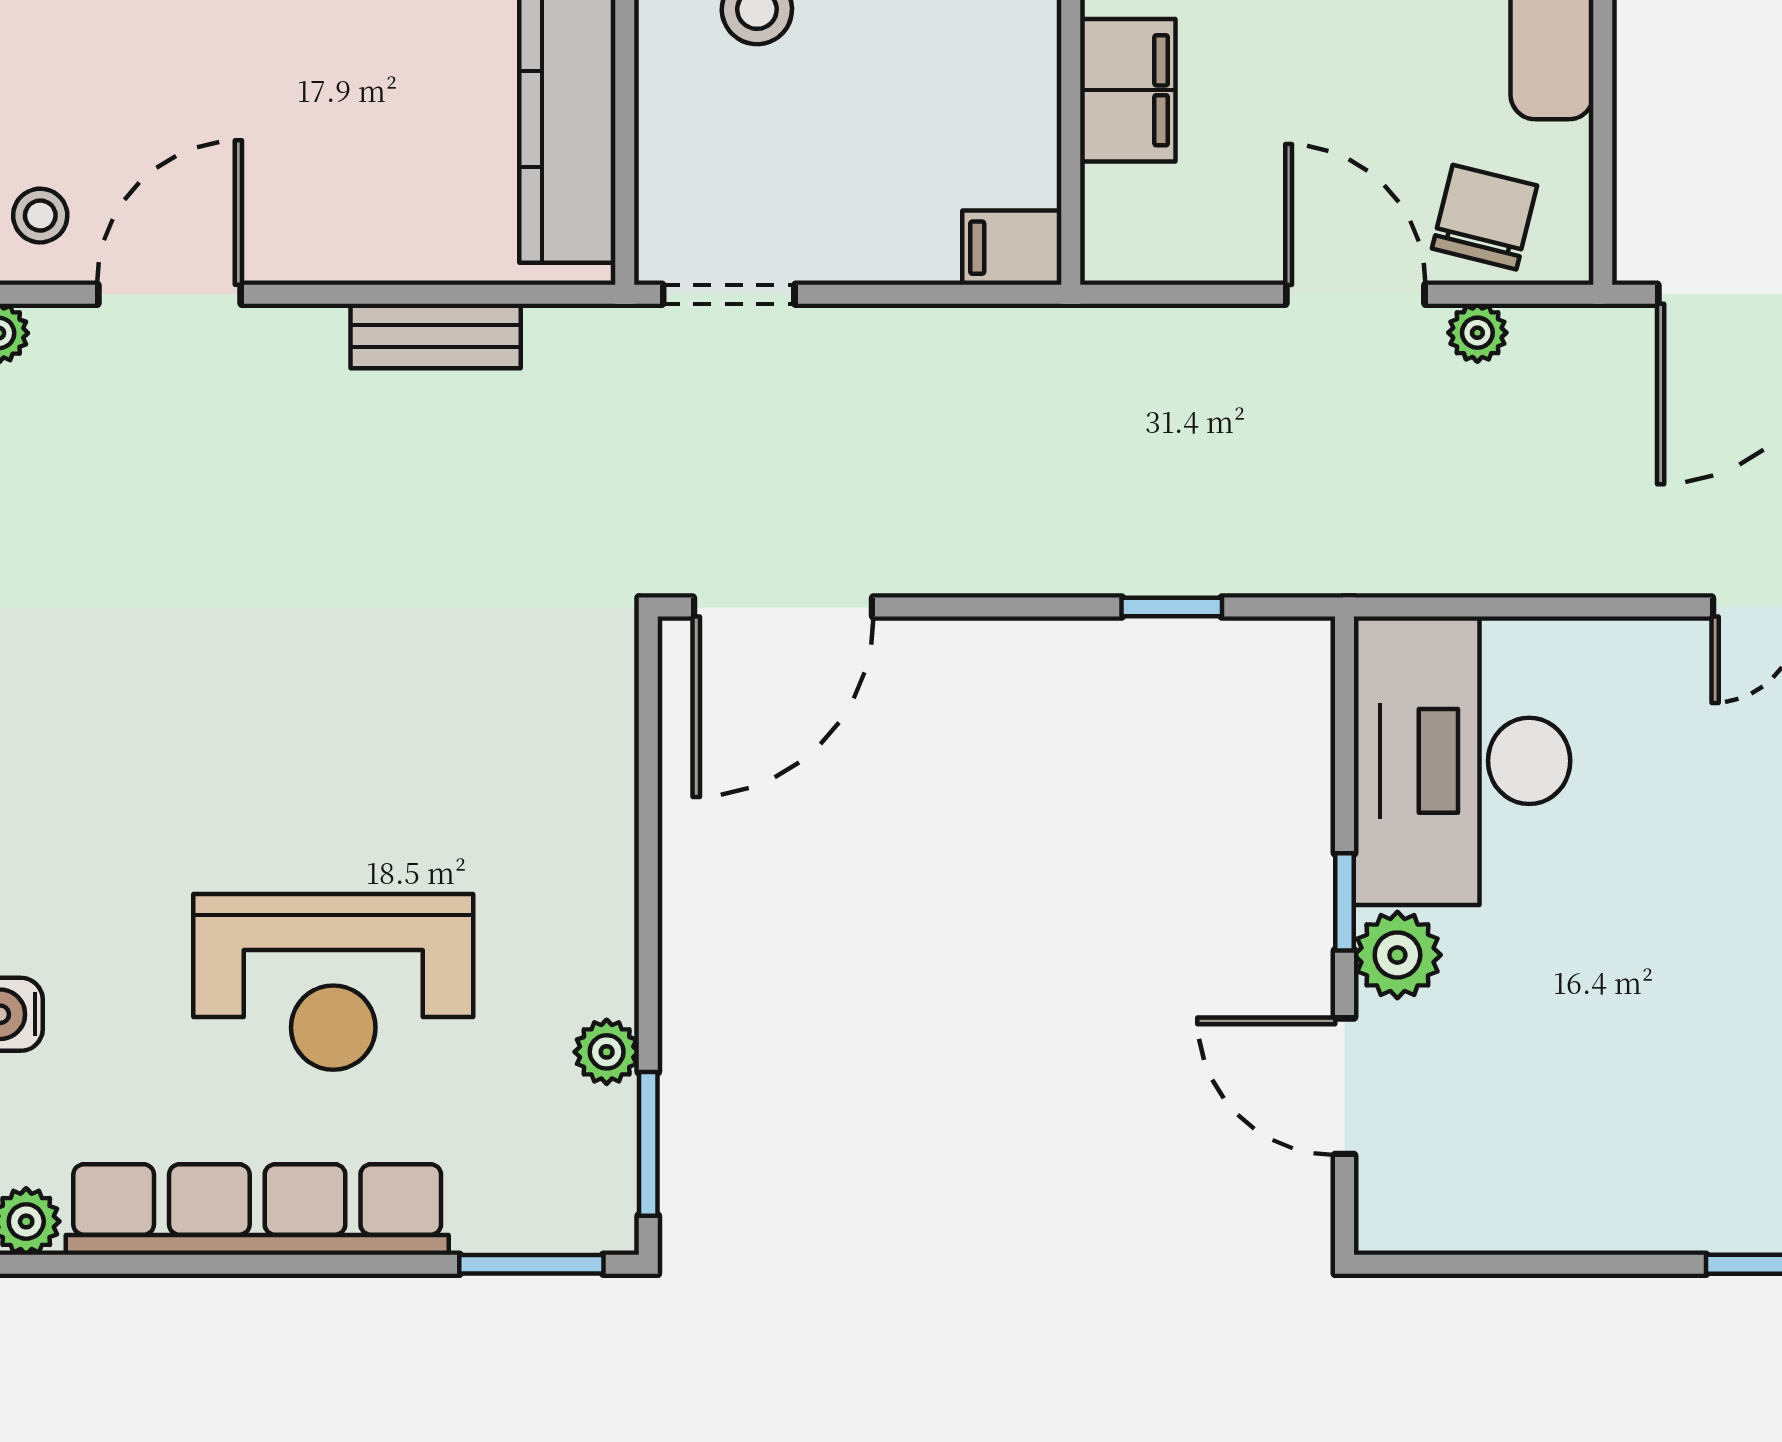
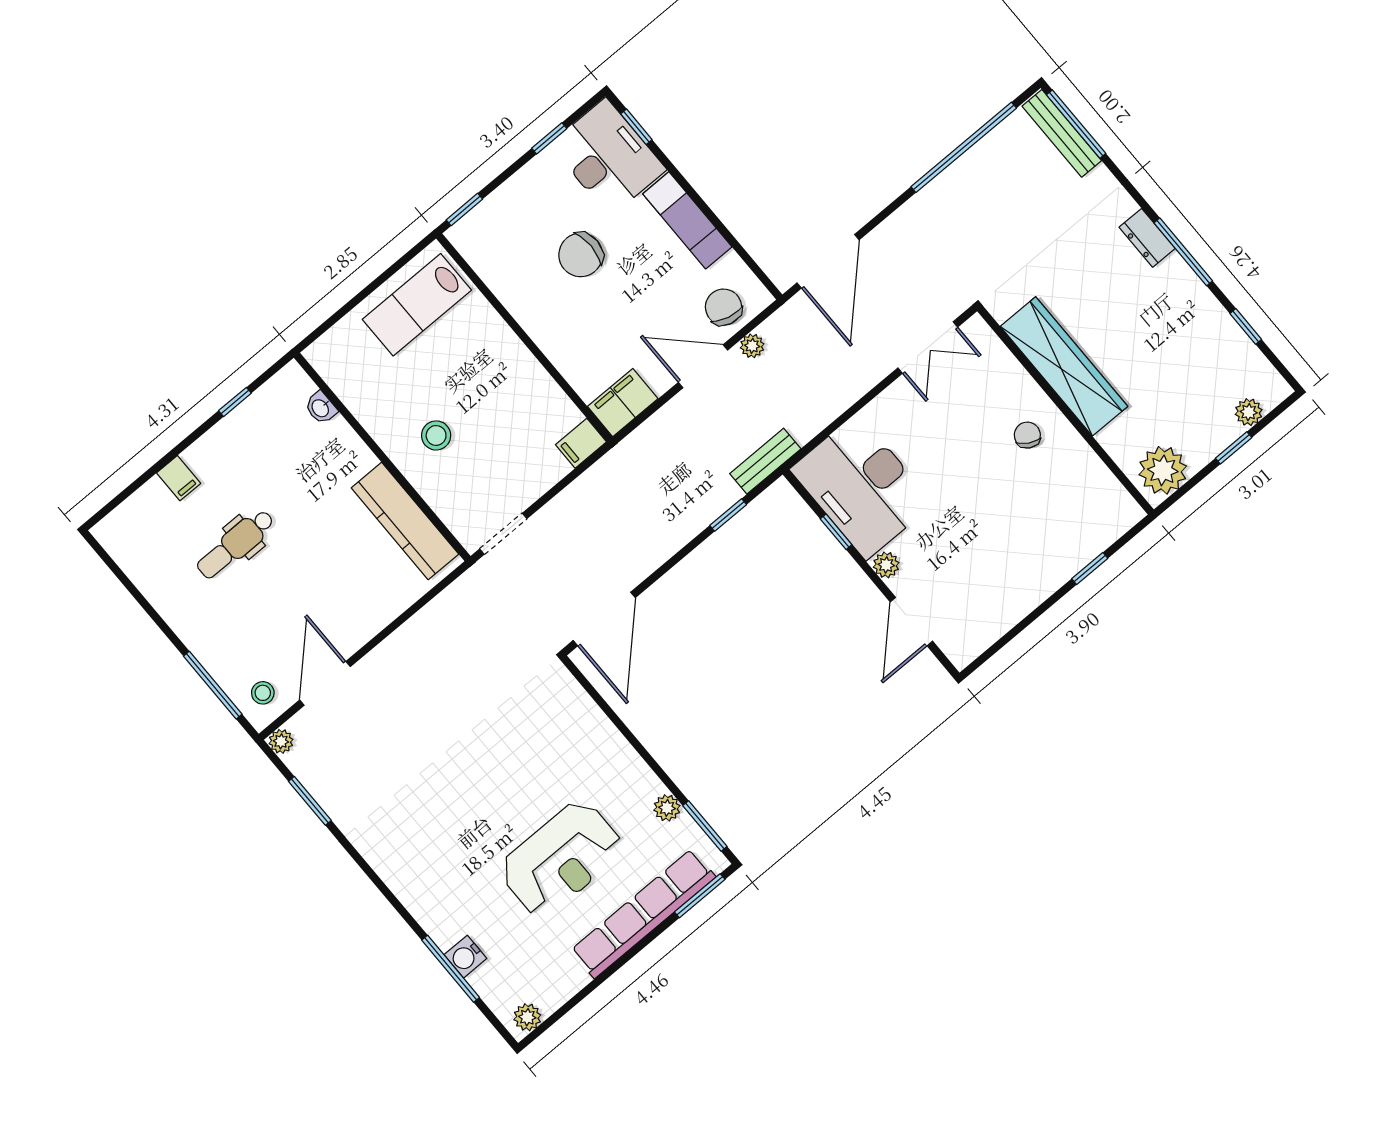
filing cabinet: (1128, 90) -> (623, 403), moved, turned -90
bench: (436, 336) -> (765, 461), moved
window: (1345, 902) -> (836, 532), moved
plant: (1397, 955) -> (886, 565), width x0.73, depth x0.73
door: (1345, 1086) -> (911, 622), hinge flipped
row of seats: (257, 1209) -> (643, 914), moved

